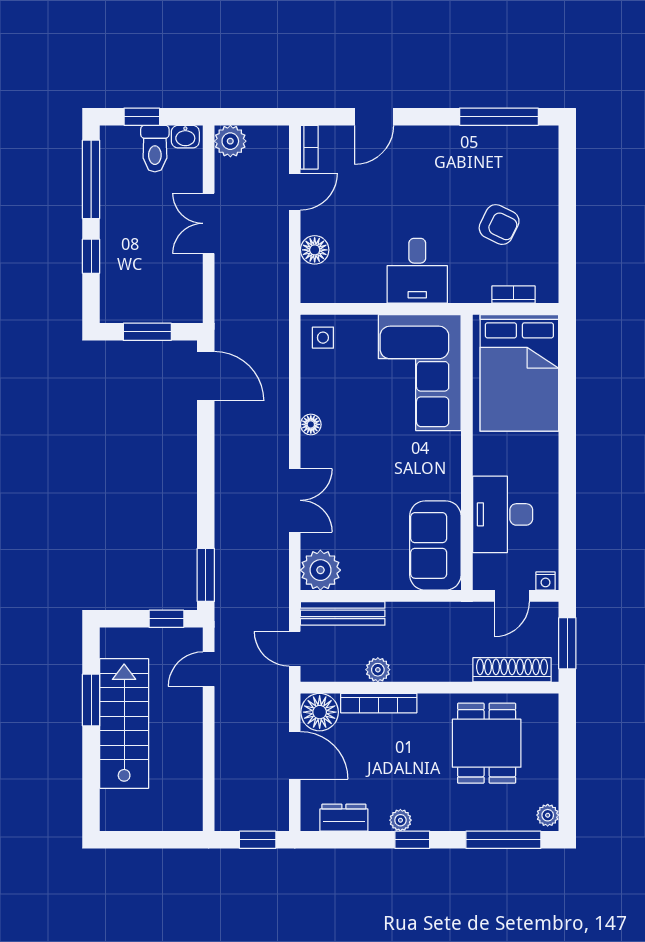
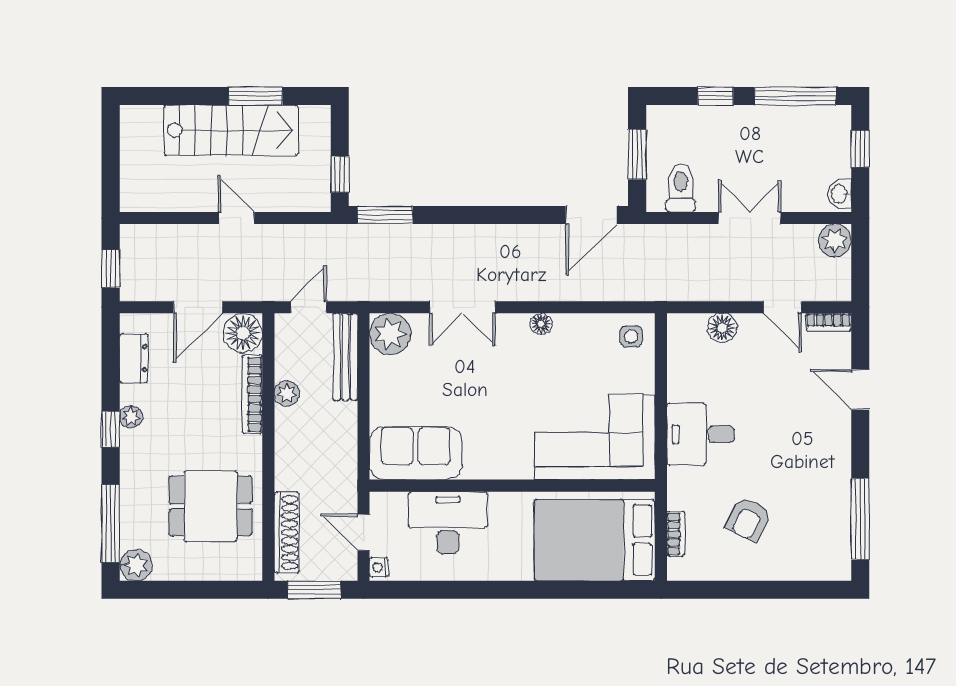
toilet: (155, 149) -> (681, 188), moved, turned 90
door: (209, 669) -> (236, 218), moved
plant: (548, 815) -> (136, 565), width x1.38, depth x1.38

